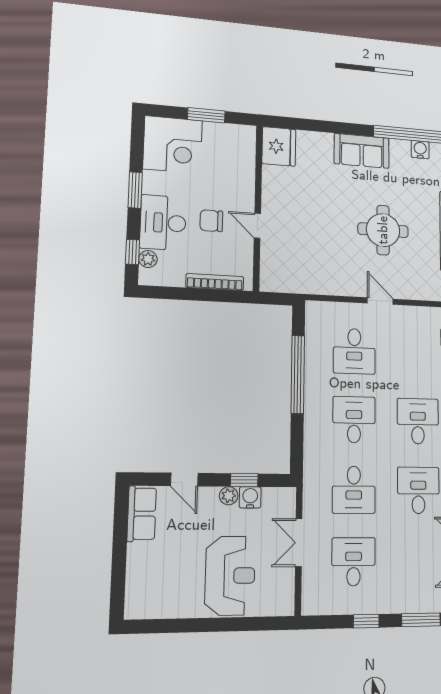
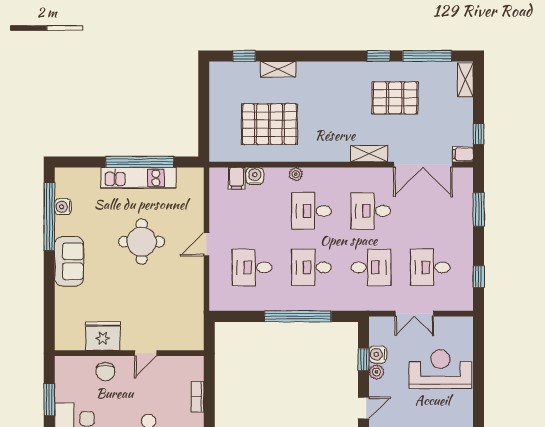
fridge: (279, 146) -> (103, 336), moved
chair: (211, 221) -> (106, 372), moved
bookcase: (215, 282) -> (198, 397), width x0.64
desk: (354, 351) -> (252, 267), turned 180
window: (298, 374) -> (298, 316), moved
window: (366, 621) -> (479, 277), moved

